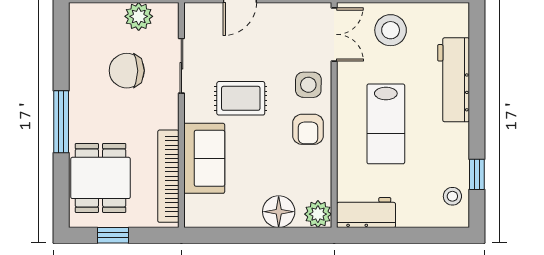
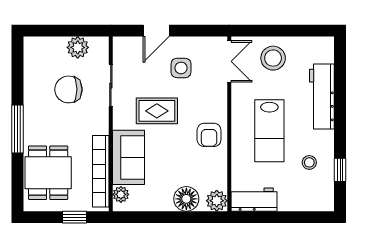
side table: (308, 85) -> (181, 68), moved
stool: (452, 196) -> (309, 162), moved
plant: (194, 206) -> (121, 194), added
window: (113, 235) -> (74, 217), moved

